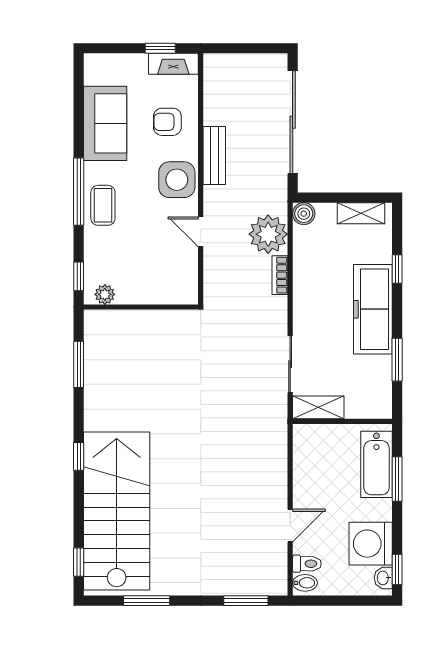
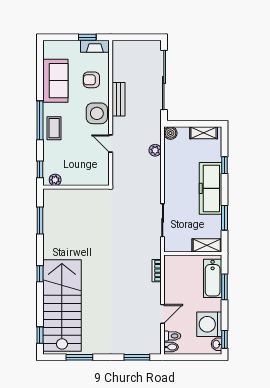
plant: (268, 234) -> (155, 150), width x0.53, depth x0.53
bookcase: (280, 275) -> (157, 271), moved
shelving: (318, 407) -> (207, 245), moved

